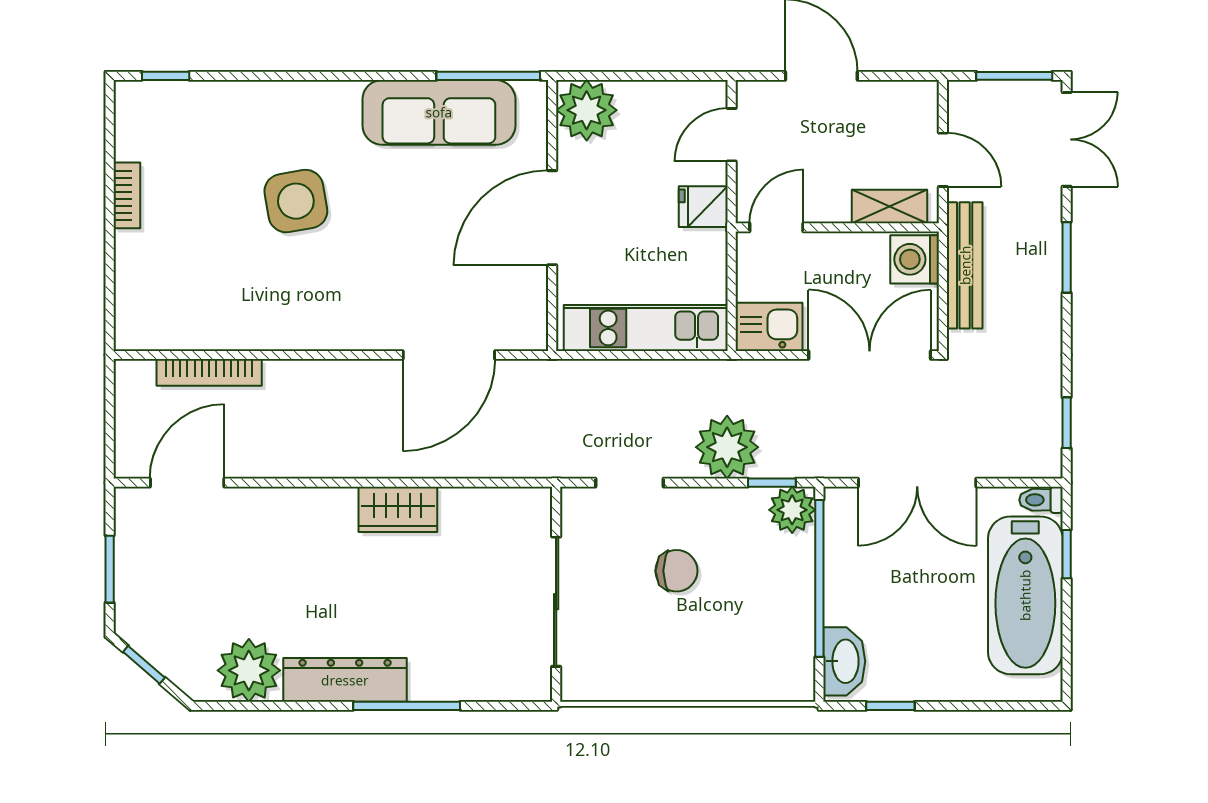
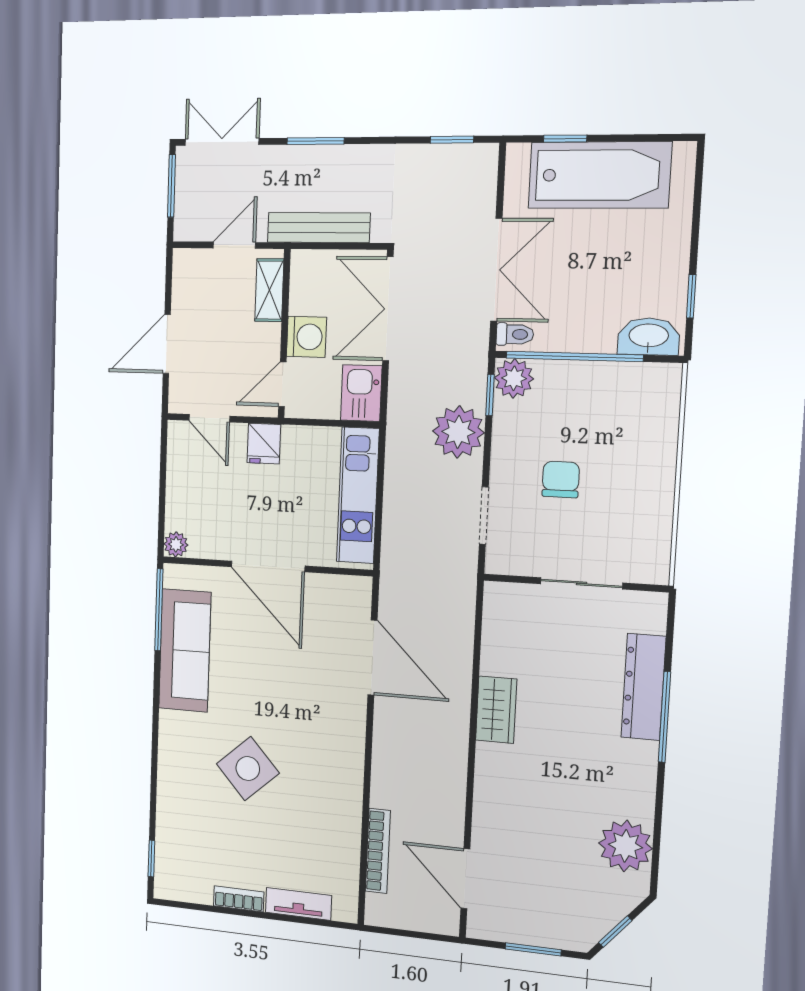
plant: (587, 110) -> (176, 544), width x0.53, depth x0.53
side table: (296, 201) -> (248, 769), turned -32
door: (776, 227) -> (282, 384), hinge flipped
washing machine: (915, 259) -> (306, 337), moved, turned -90
tv unit: (130, 274) -> (298, 904), added
toilet: (1041, 500) -> (515, 334), moved, turned -90
sliding door: (556, 602) -> (581, 583), width x0.73
dresser: (345, 680) -> (644, 687), moved

